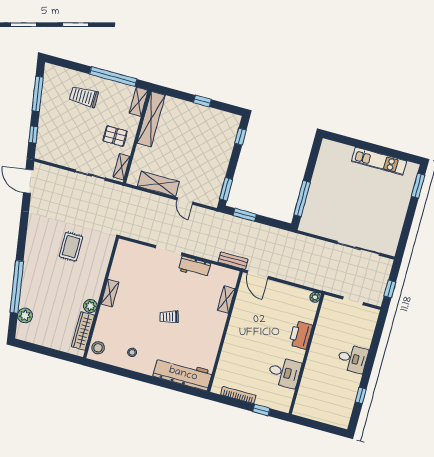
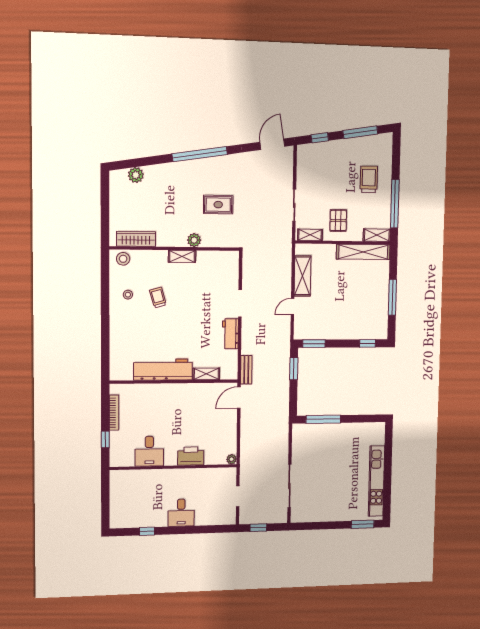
window: (202, 101) -> (392, 297), width x2.17
kitchen unit: (379, 161) -> (377, 481), width x1.36
window: (17, 287) -> (200, 154), moved
plant: (90, 306) -> (194, 240), moved
trolley: (169, 317) -> (158, 297), moved
workbench: (183, 374) -> (163, 370), moved, turned -90

